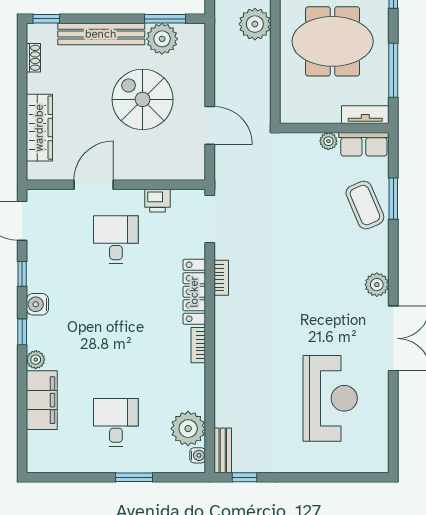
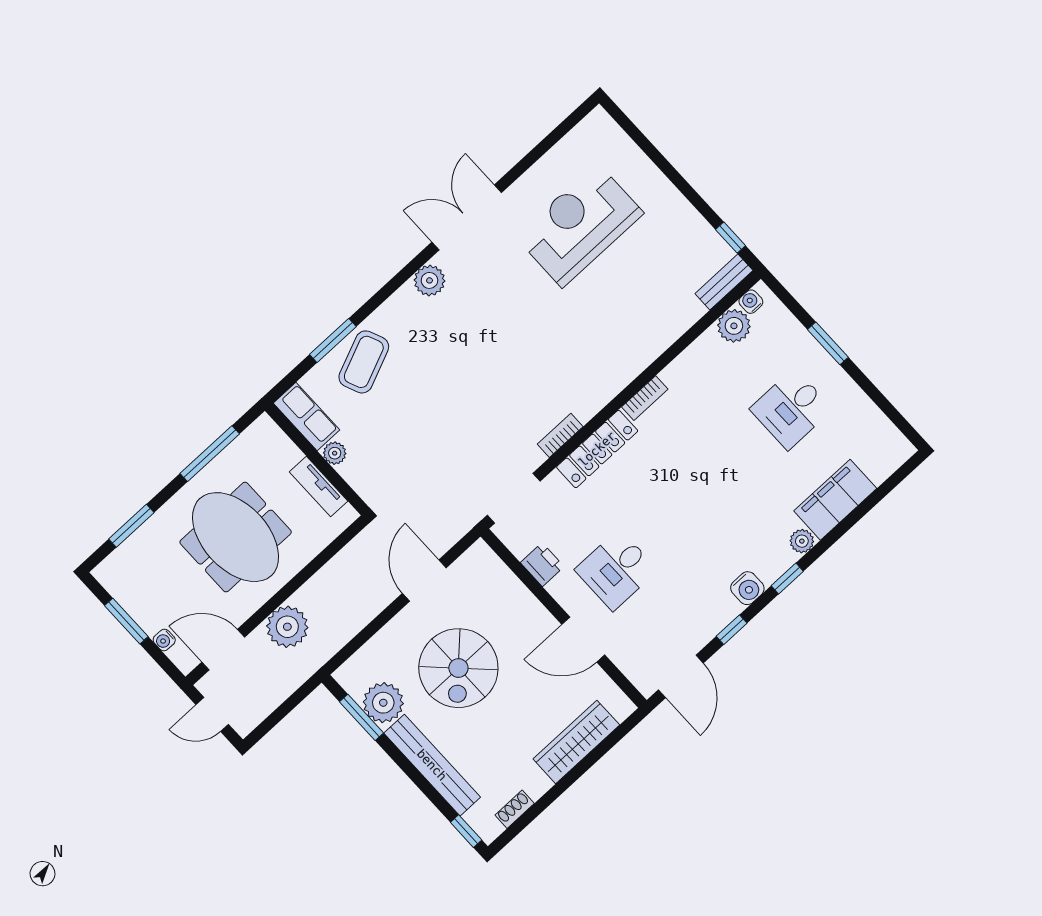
tv unit: (365, 115) -> (319, 487), moved
plant: (188, 429) -> (734, 326), width x0.73, depth x0.73

